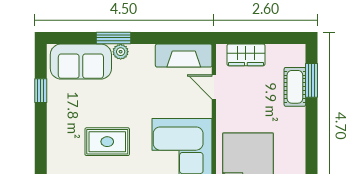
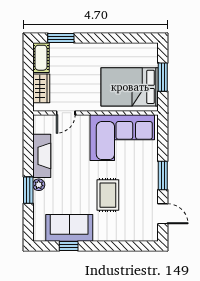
fireplace: (184, 56) -> (42, 156), moved
sofa: (81, 62) -> (69, 228), moved, turned -90
cot: (295, 87) -> (41, 58), moved, turned 90

